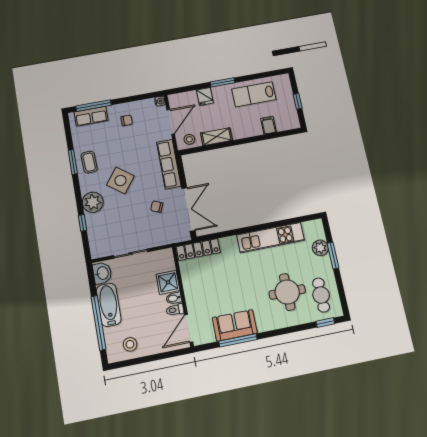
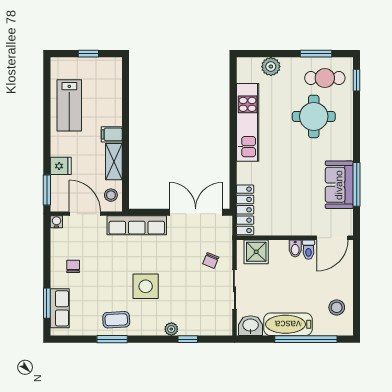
window: (223, 82) -> (47, 190), moved
window: (94, 106) -> (47, 303), width x0.69
filing cabinet: (268, 125) -> (112, 134), moved
side table: (120, 180) -> (146, 286), turned -37
plant: (93, 202) -> (171, 329), width x0.53, depth x0.53
chair: (157, 207) -> (211, 260), moved
window: (333, 256) -> (316, 54), moved
shower: (168, 282) -> (256, 252), moved
door: (189, 328) -> (332, 238), hinge flipped

